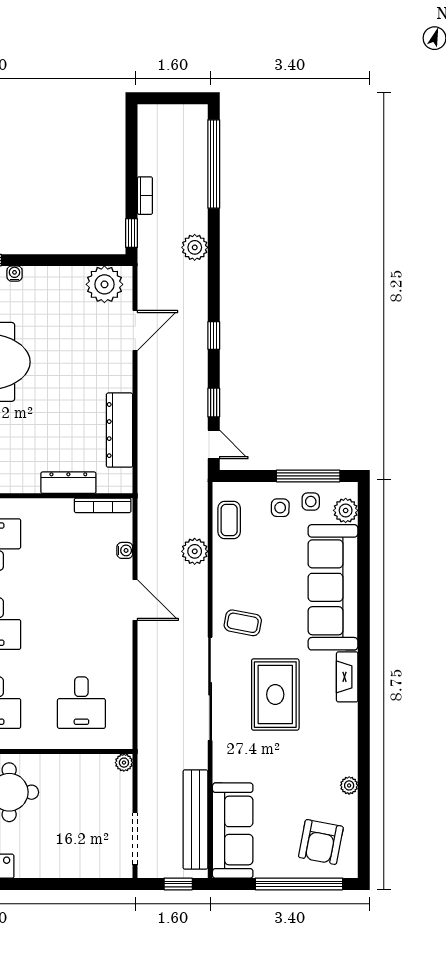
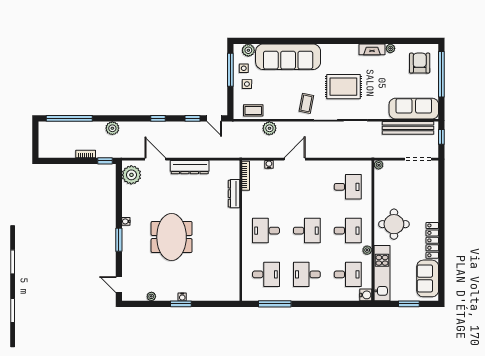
dresser: (120, 430) -> (190, 167), moved
door: (214, 444) -> (214, 118), swing flipped
fireplace: (347, 677) -> (372, 49), moved
armchair: (321, 842) -> (420, 63), turned -101

